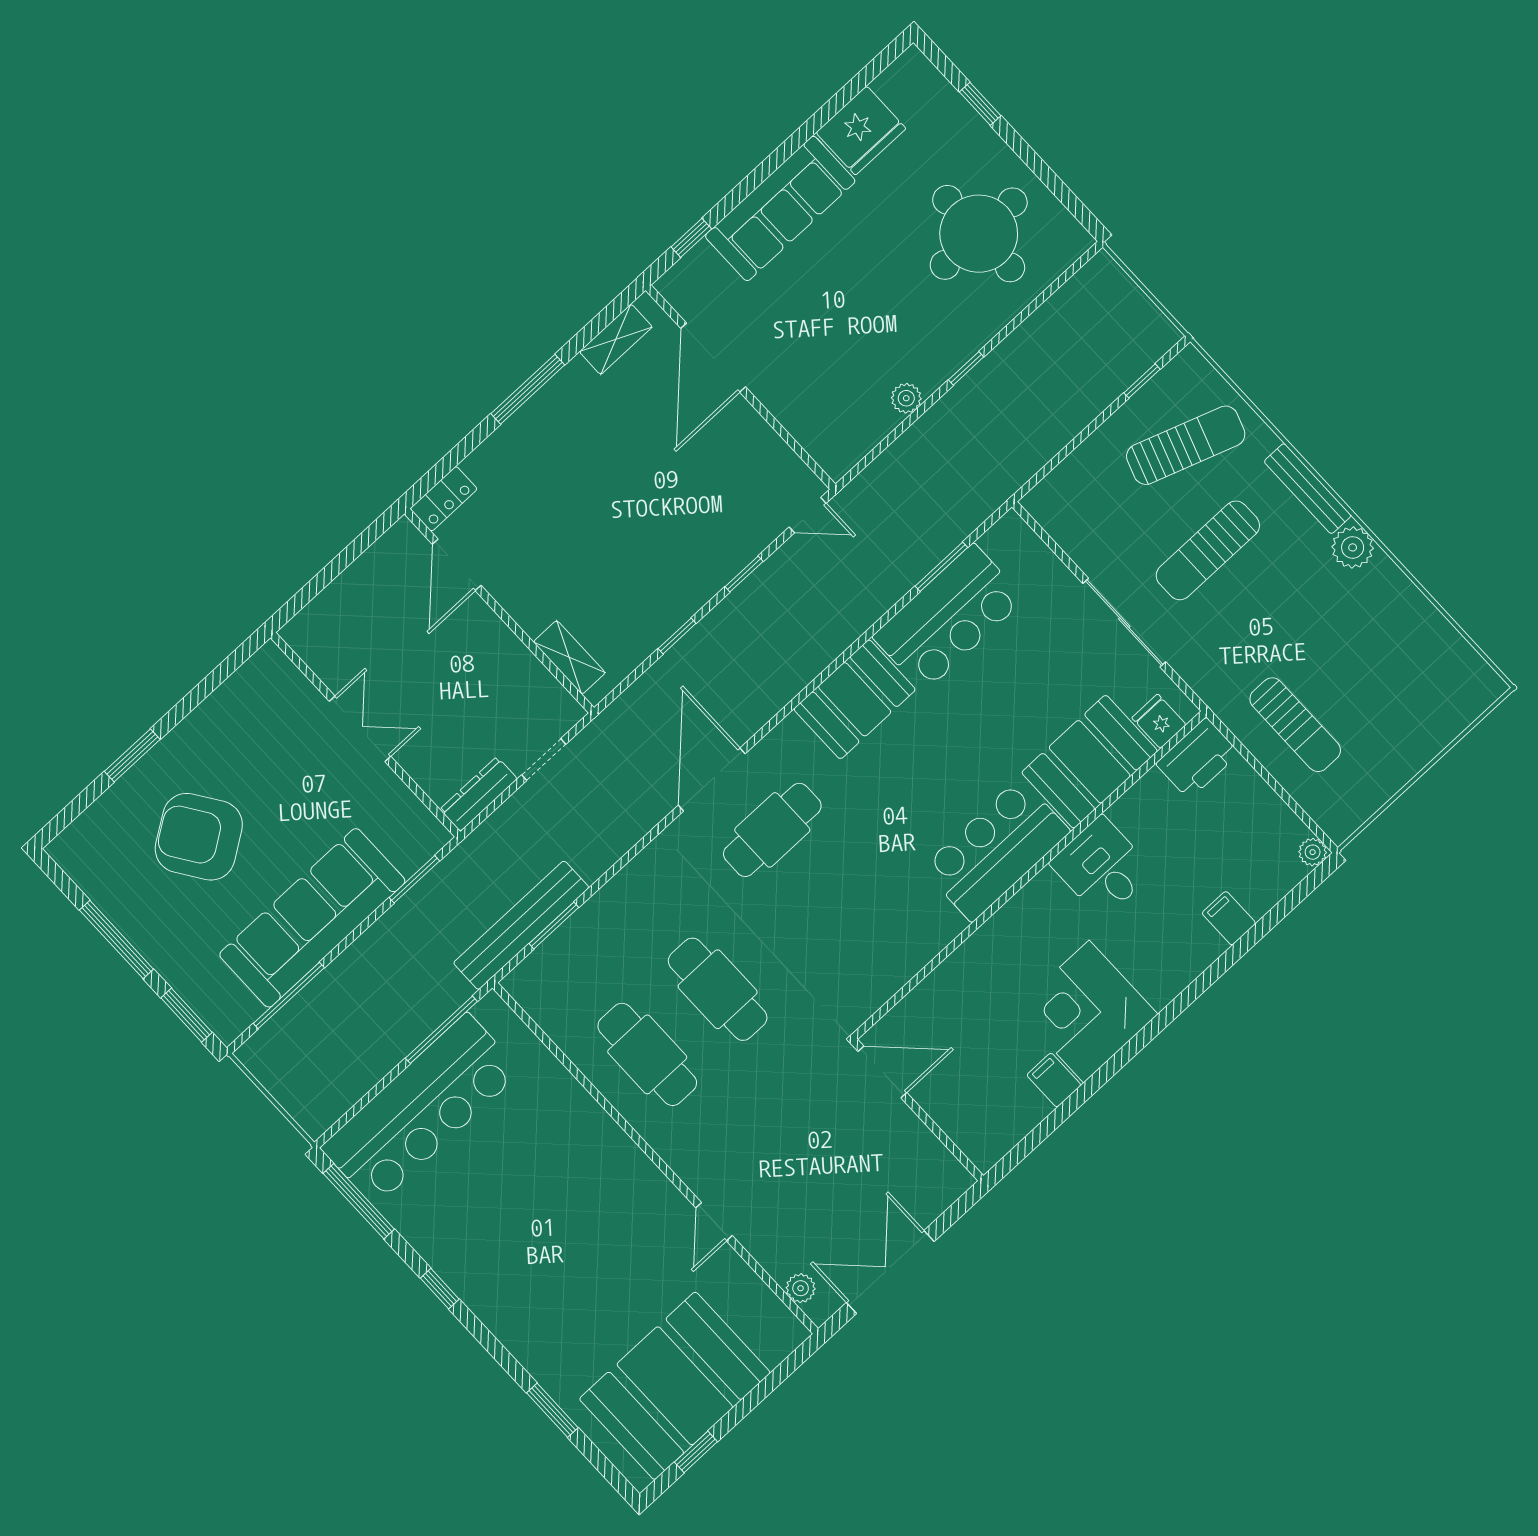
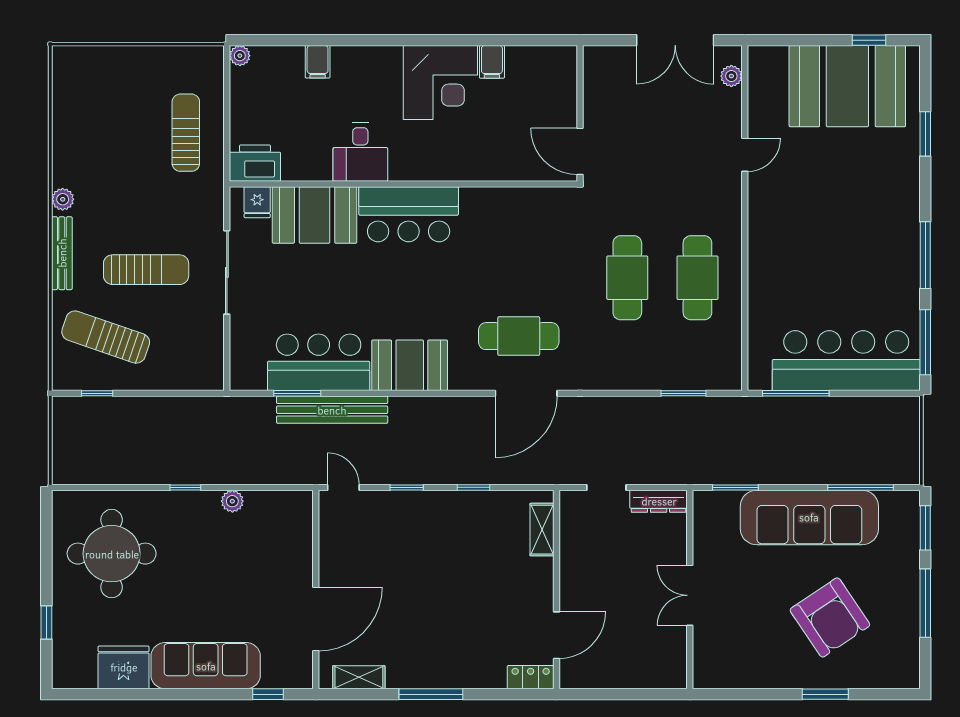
plant: (1353, 547) -> (63, 199), width x0.73, depth x0.73
bench: (521, 925) -> (332, 410), moved
window: (440, 1289) -> (925, 255), width x2.17

